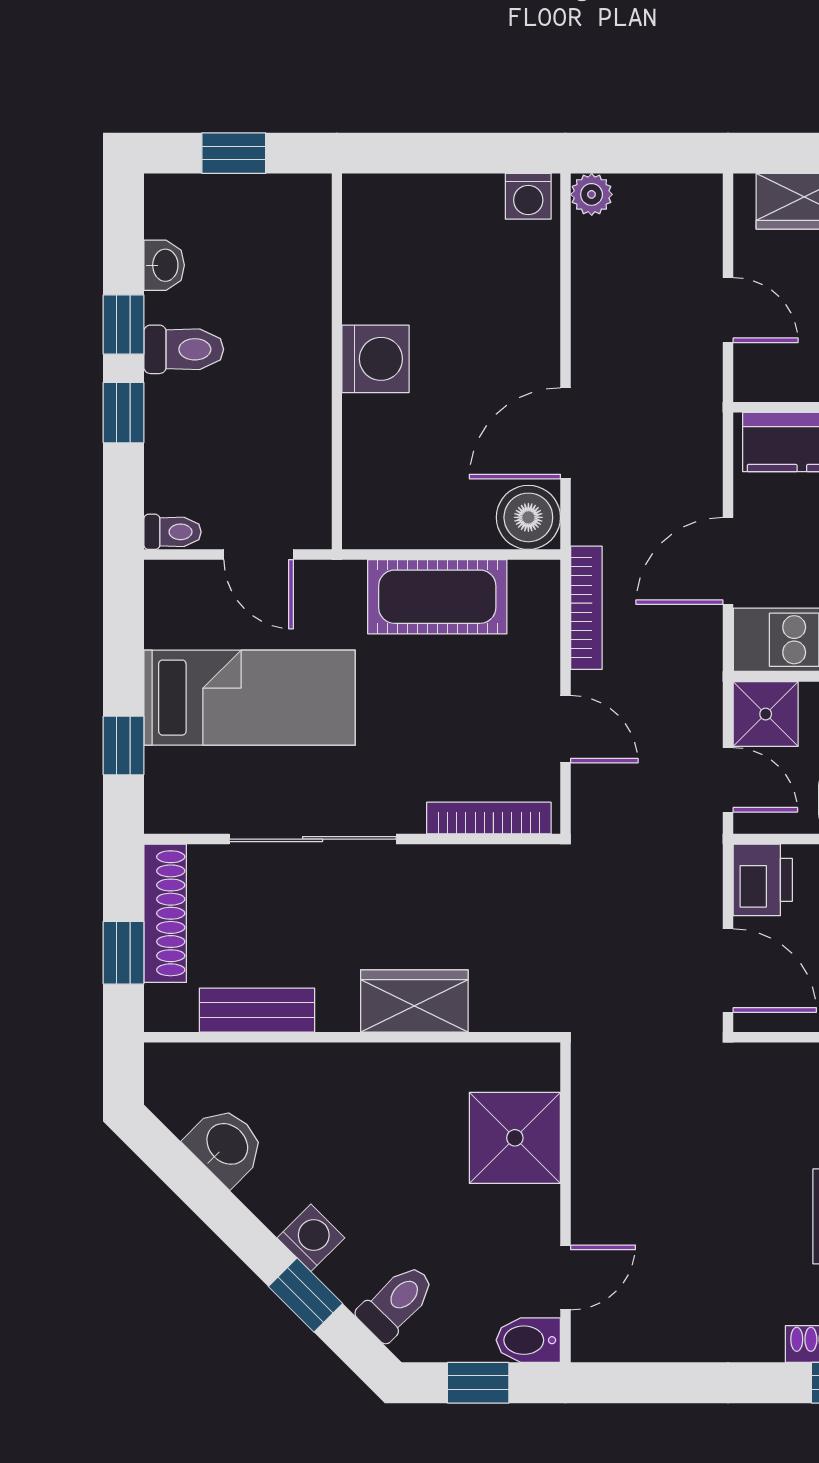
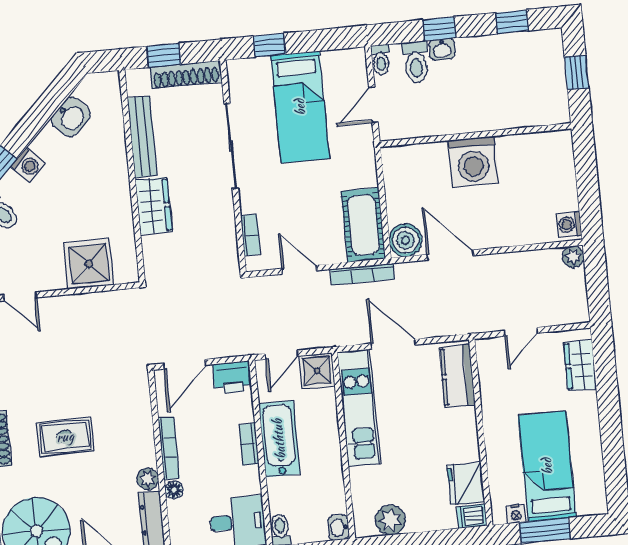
washbasin: (164, 265) -> (442, 49), moved
window: (123, 325) -> (512, 22), moved
toilet: (184, 349) -> (416, 62), moved
washing machine: (376, 359) -> (473, 162), width x1.37, depth x1.37
cot: (437, 597) -> (363, 225), moved
door: (565, 729) -> (299, 270), swing flipped
bookcase: (489, 818) -> (250, 235), width x0.64
bench: (257, 1010) -> (142, 137), width x1.36

